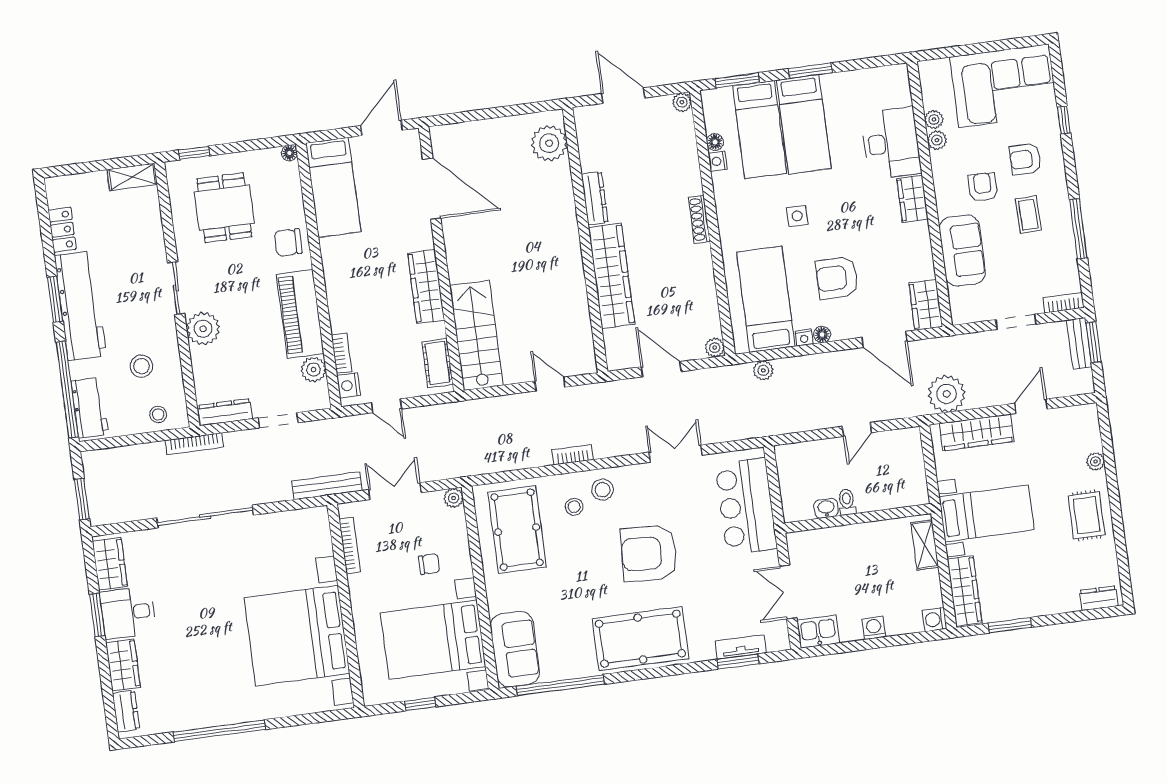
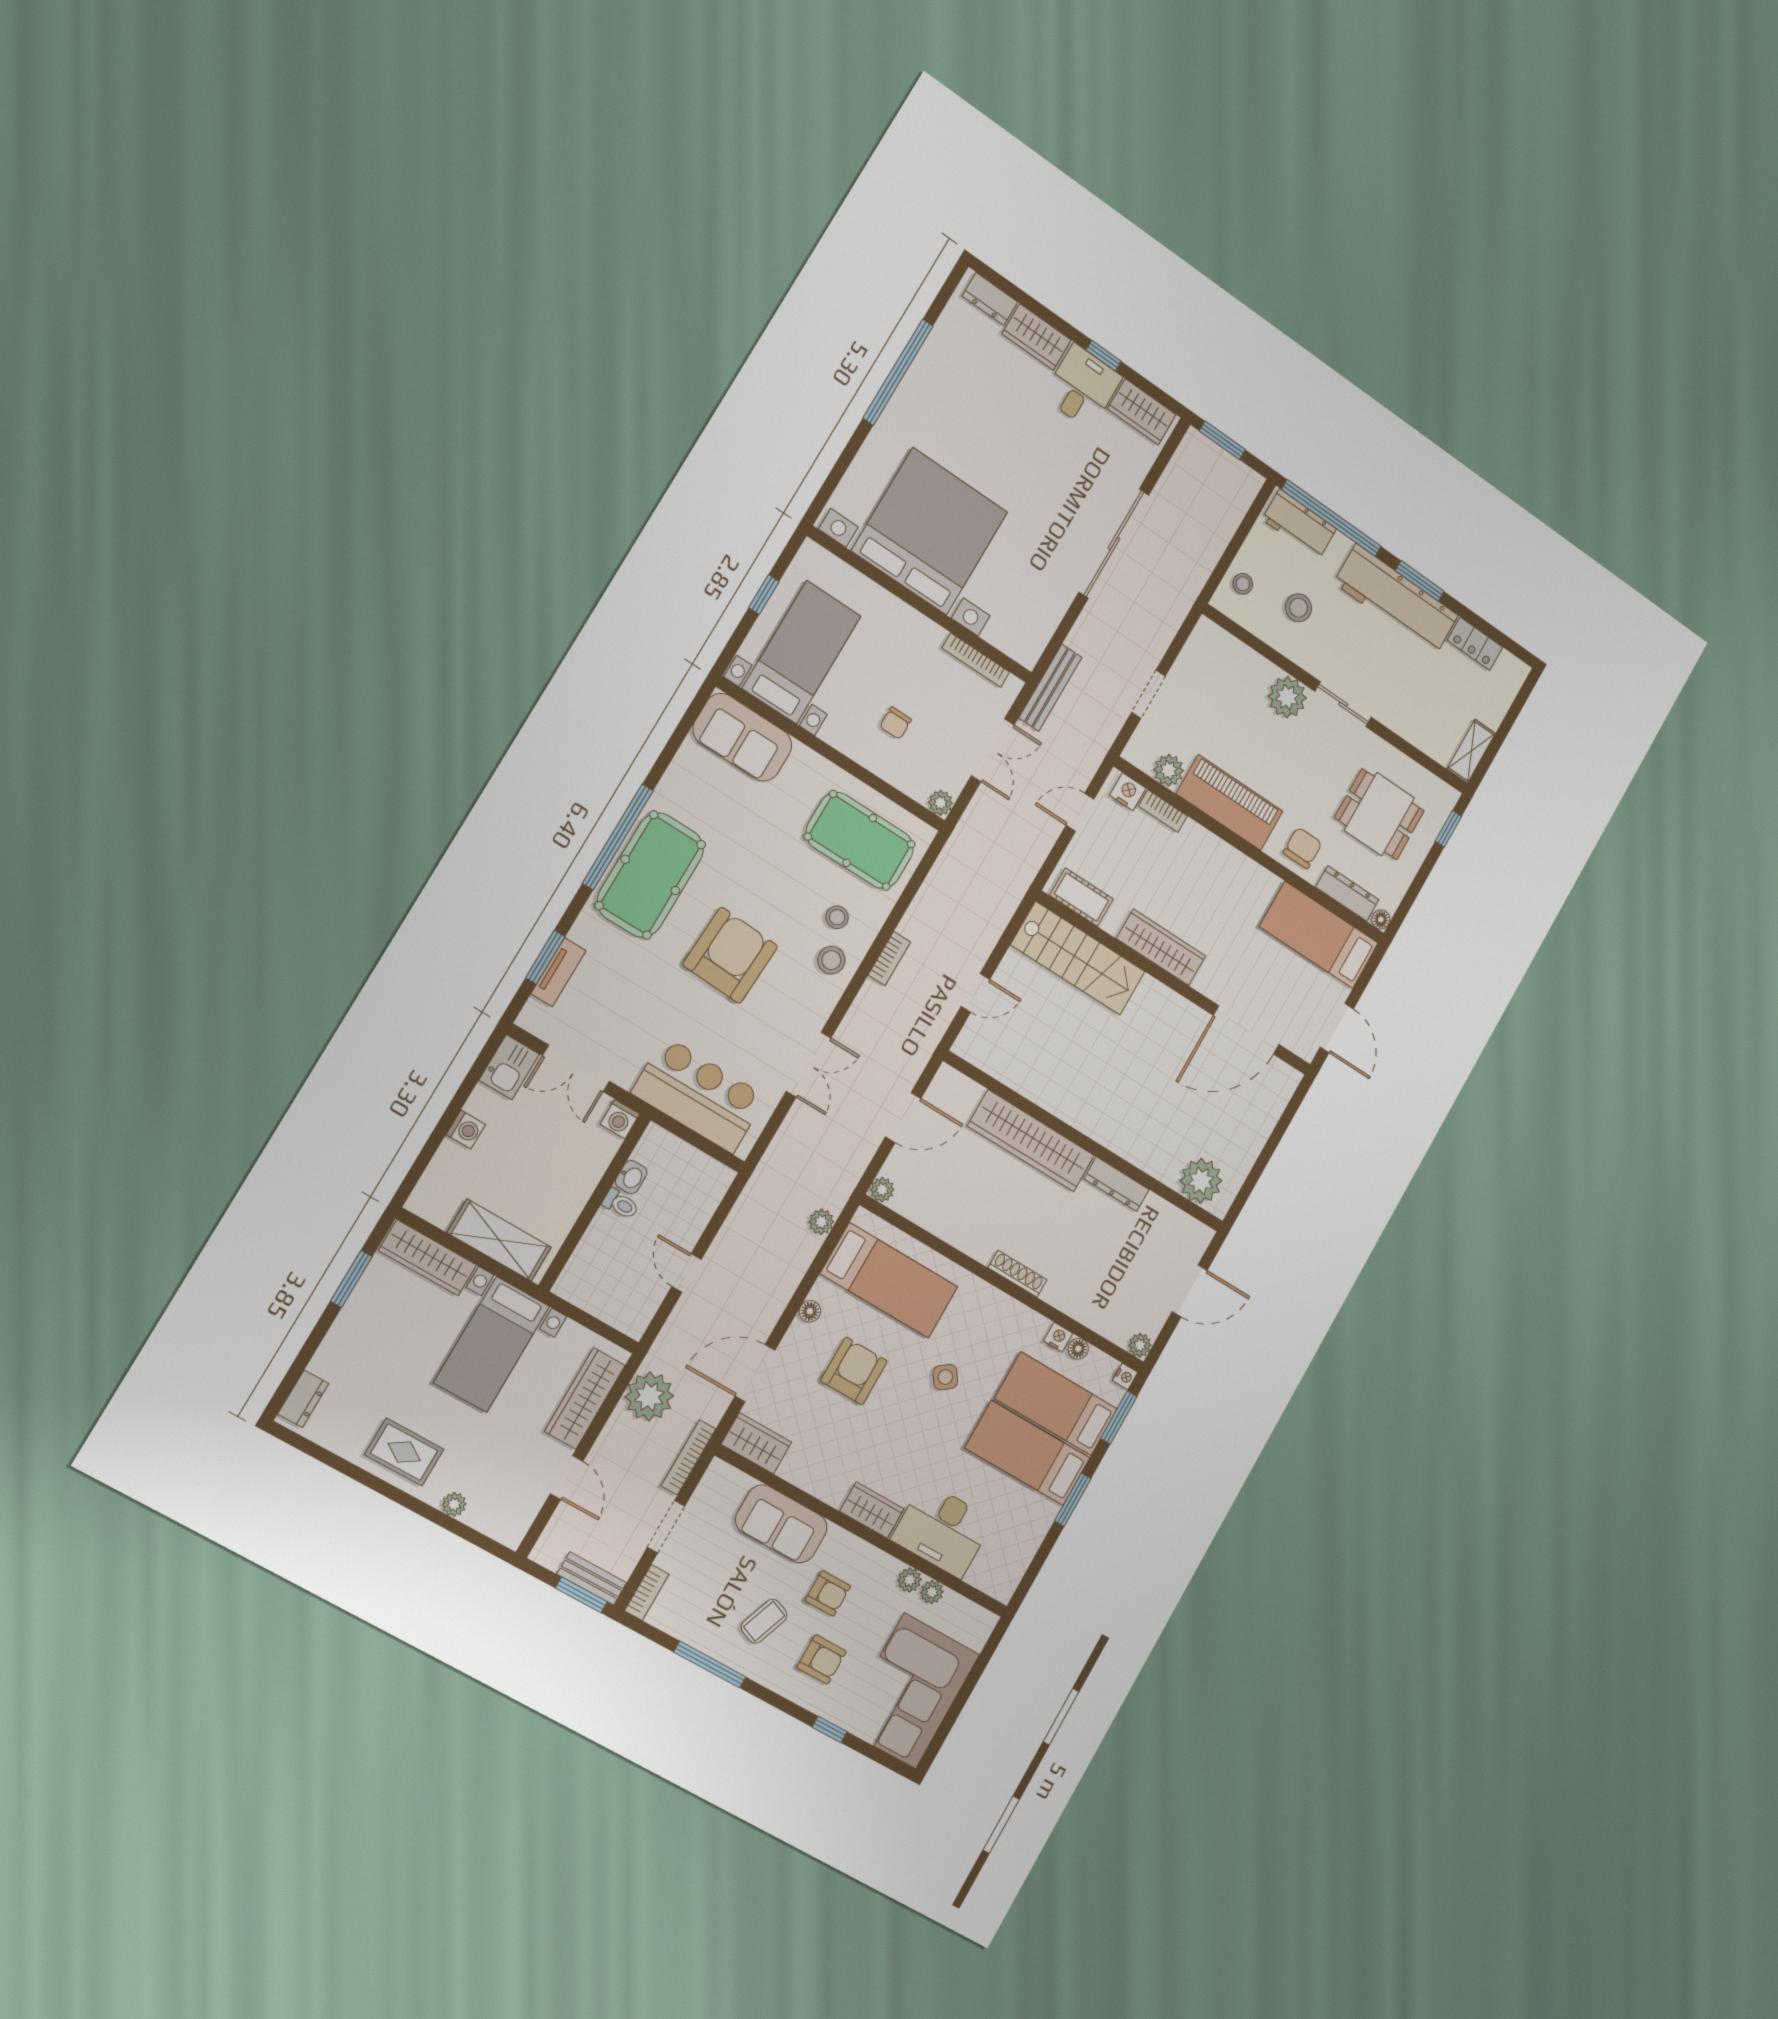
armchair: (1025, 159) -> (822, 1659), turned 90
coffee table: (1028, 215) -> (764, 1621), turned -68
side table: (797, 216) -> (945, 1377), turned -36
nightstand: (804, 338) -> (1125, 1376), moved, turned 180
dresser: (225, 412) -> (1347, 893), moved, turned -90
bookcase: (194, 444) -> (688, 1457), moved
shelving: (925, 545) -> (499, 1240), width x1.50, depth x1.33
double door: (788, 592) -> (576, 1068), swing flipped
window: (97, 615) -> (1104, 356), width x0.67
washing machine: (934, 619) -> (620, 1119), moved, turned 180
bed with nightstands: (433, 640) -> (802, 652), width x0.73
window: (560, 685) -> (618, 837), moved

